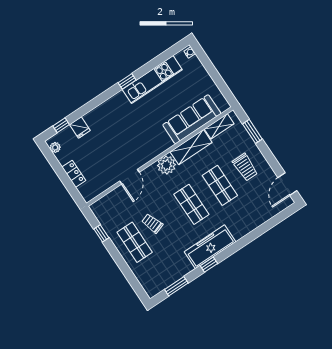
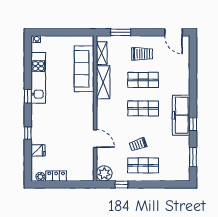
window: (61, 125) -> (28, 133), moved
plant: (166, 165) -> (104, 173), moved
locker: (74, 174) -> (56, 176), moved

